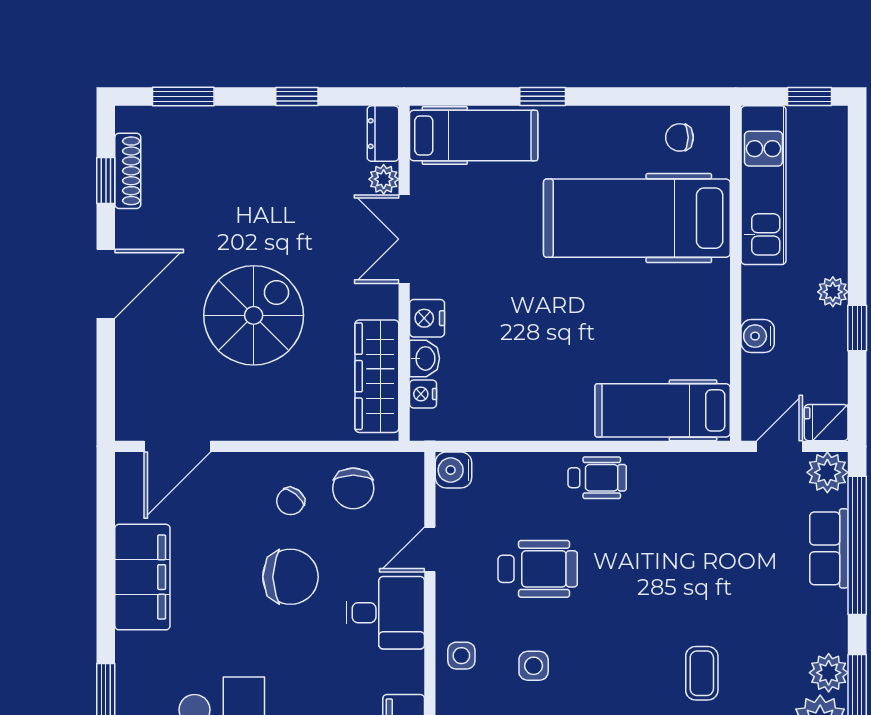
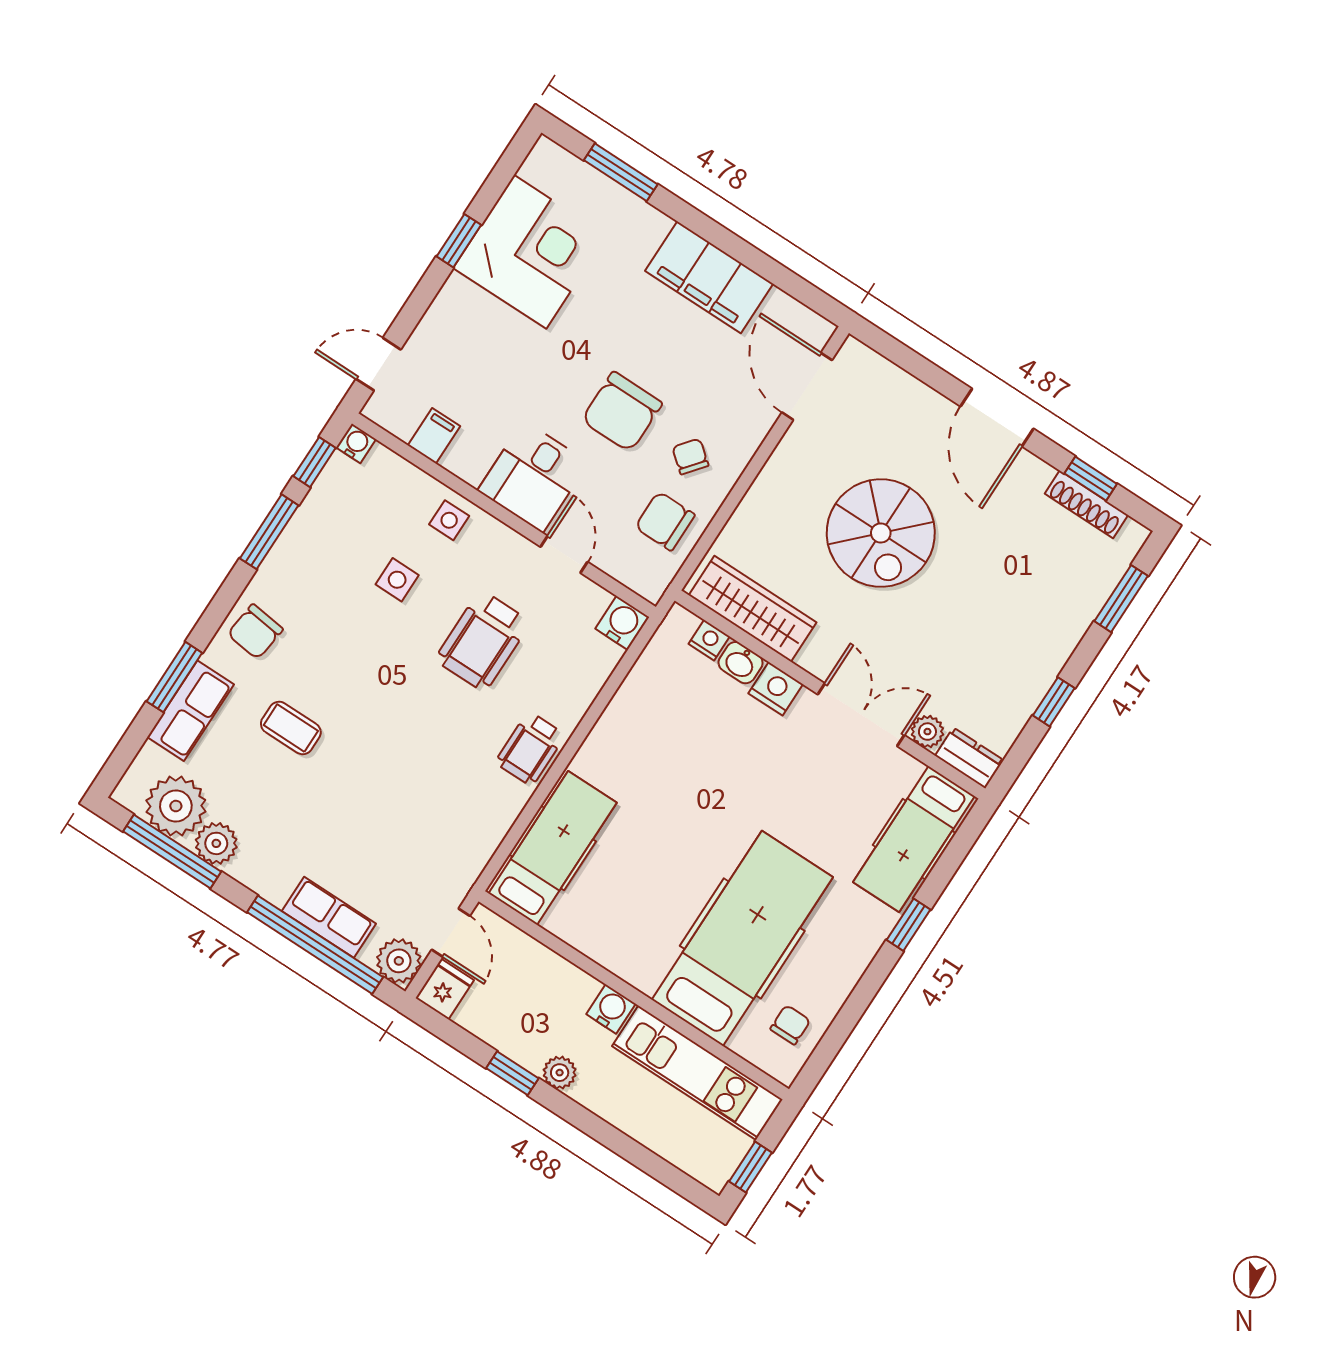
water cooler: (758, 336) -> (611, 1009), moved

